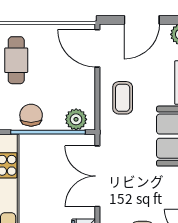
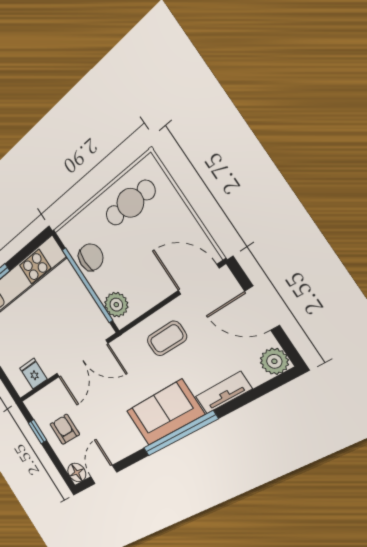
door: (97, 48) -> (198, 279), hinge flipped
double door: (97, 176) -> (82, 359), swing flipped

